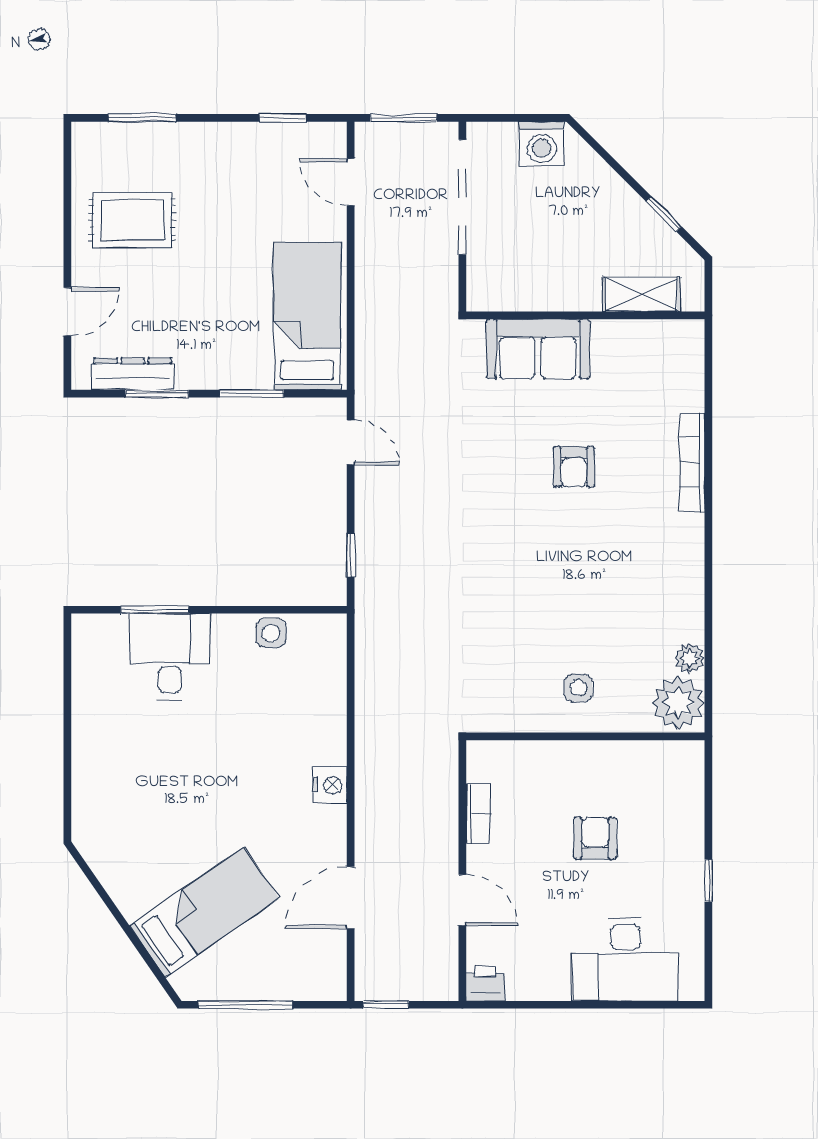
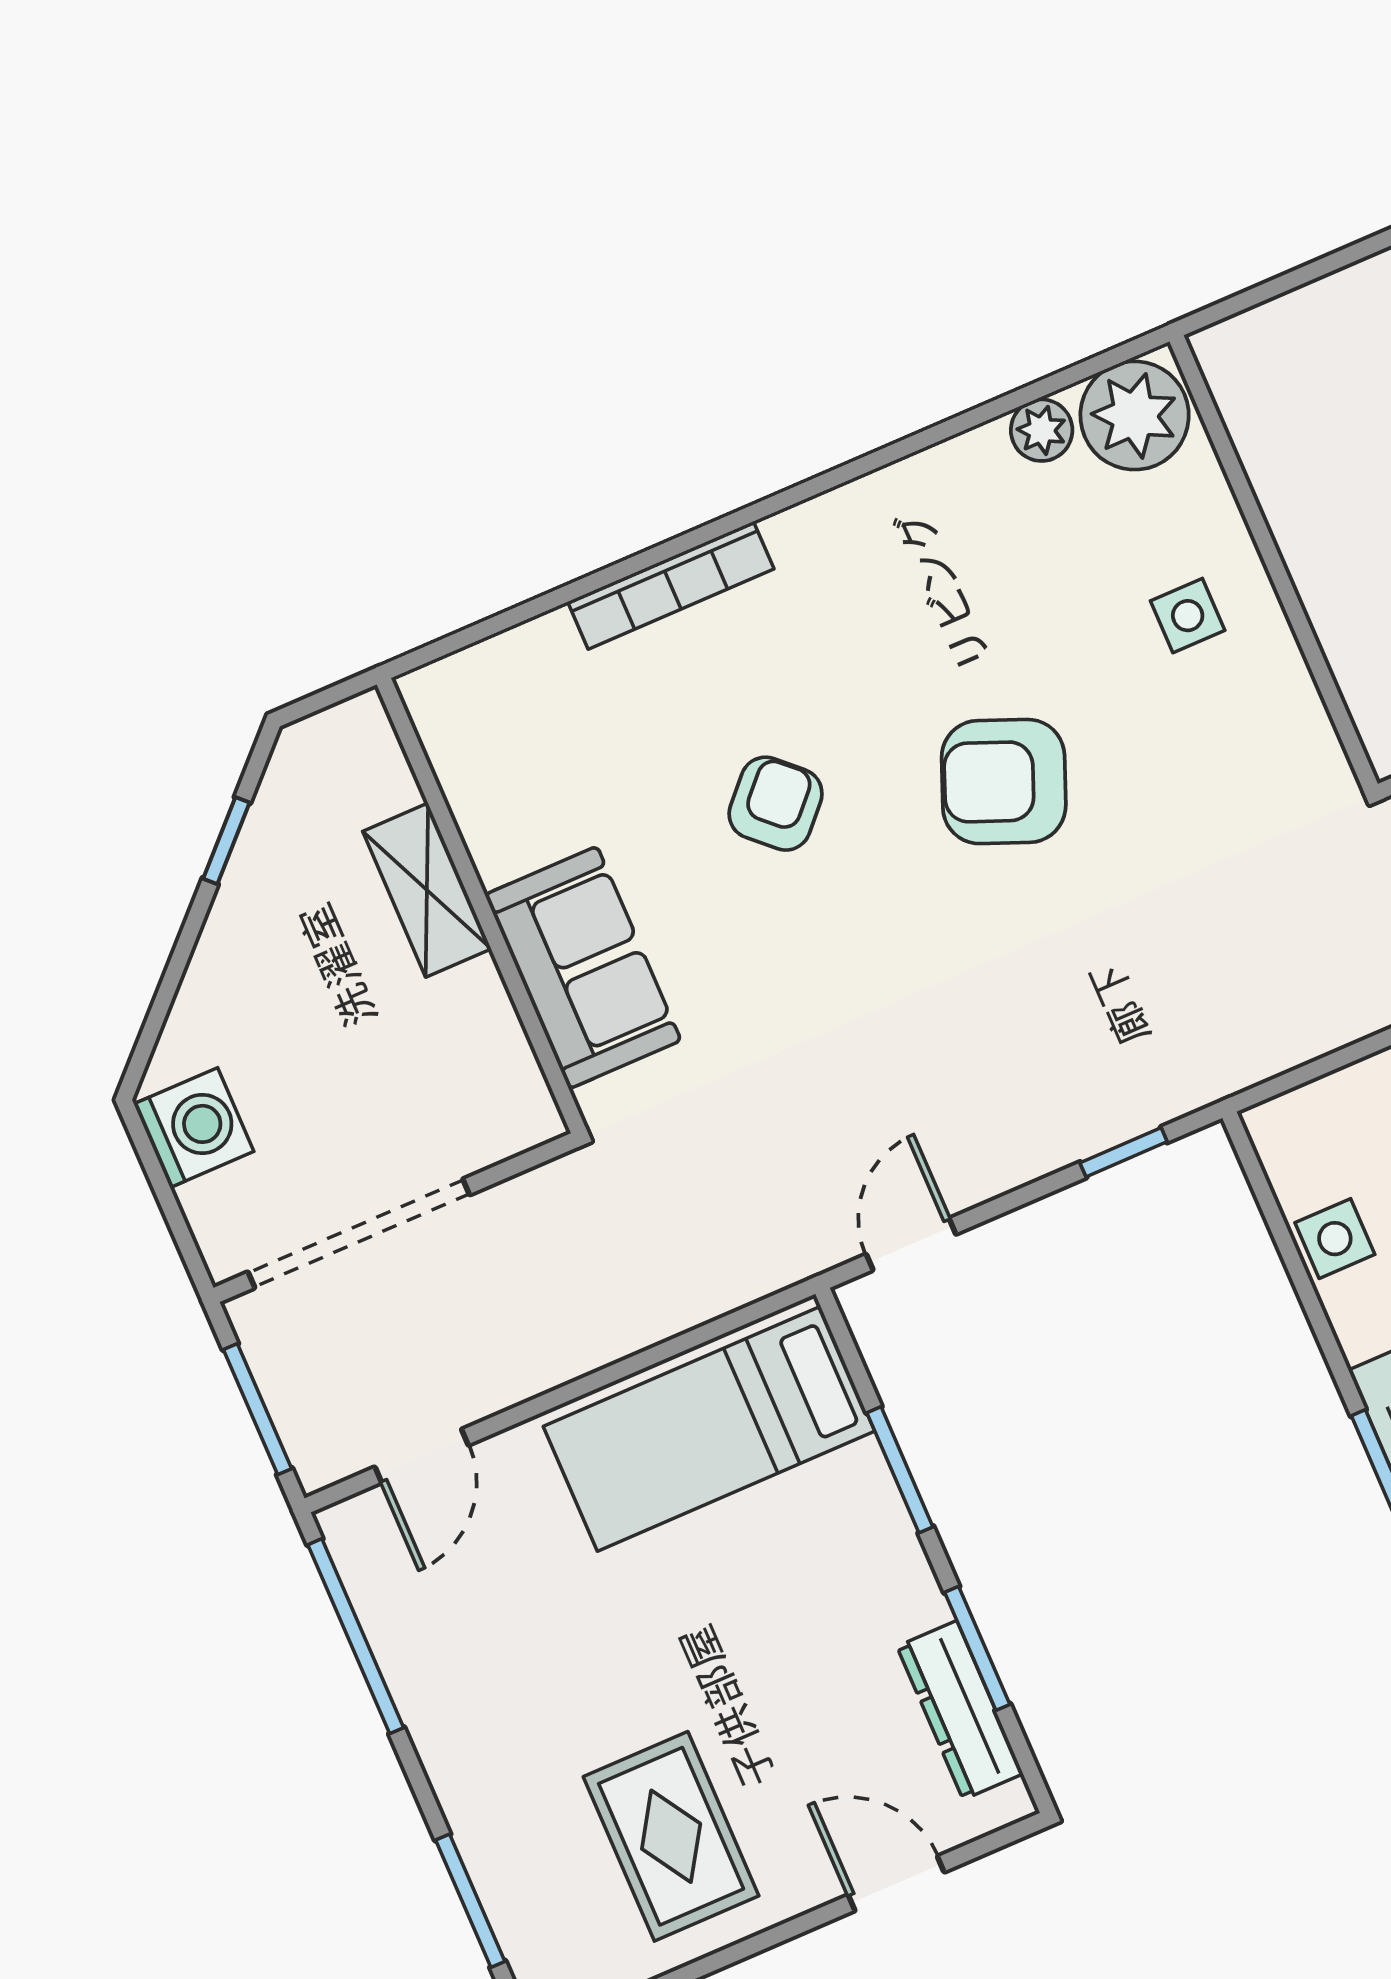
window: (283, 118) -> (356, 1636), width x2.17
shelving: (641, 294) -> (427, 890), moved
armchair: (574, 467) -> (776, 804), turned -47
armchair: (540, 573) -> (1004, 782), added

